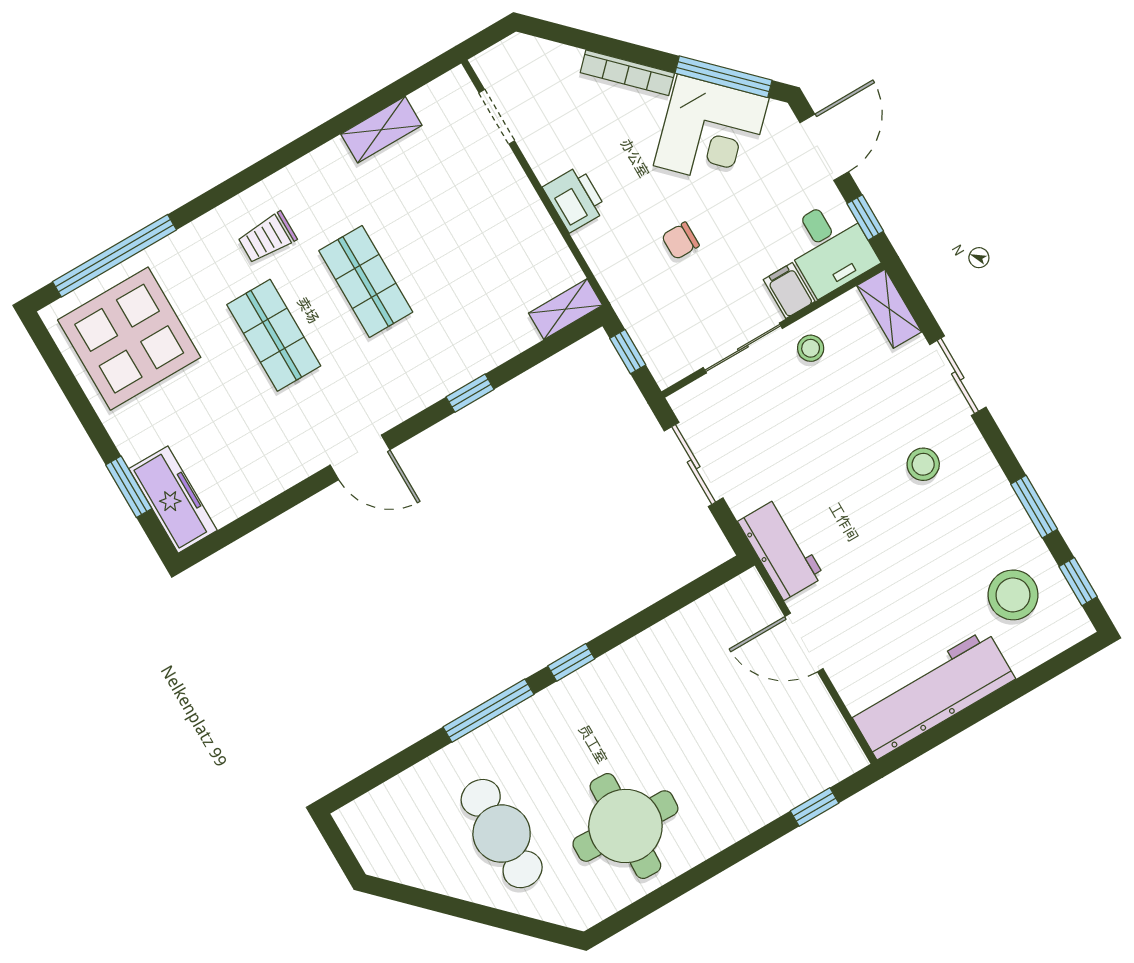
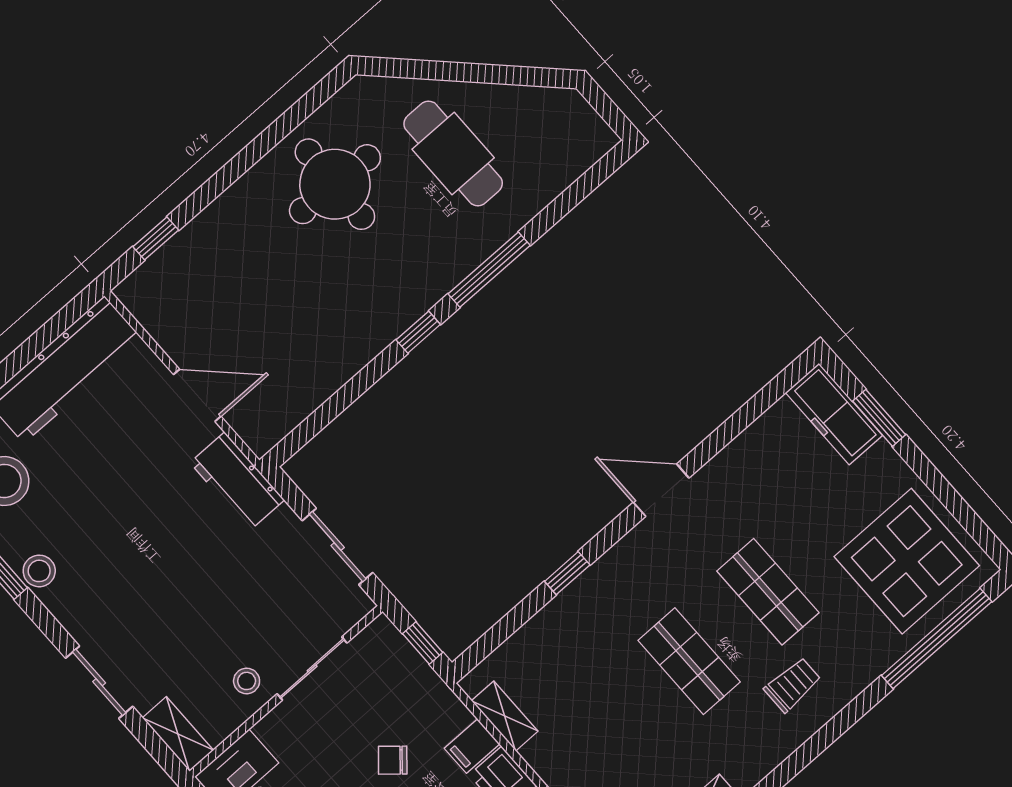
chair: (680, 241) -> (393, 760), turned -139
filing cabinet: (789, 290) -> (472, 746), moved, turned 90
shelving: (566, 309) -> (505, 716), moved, turned 90
stool: (923, 464) -> (39, 571), moved

